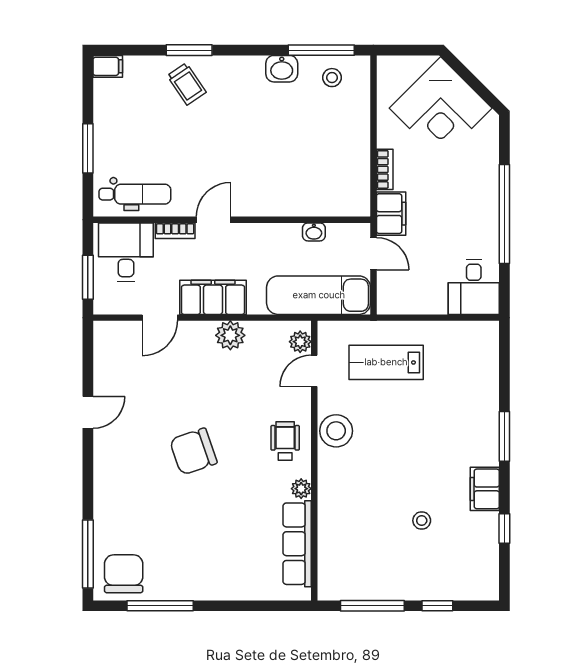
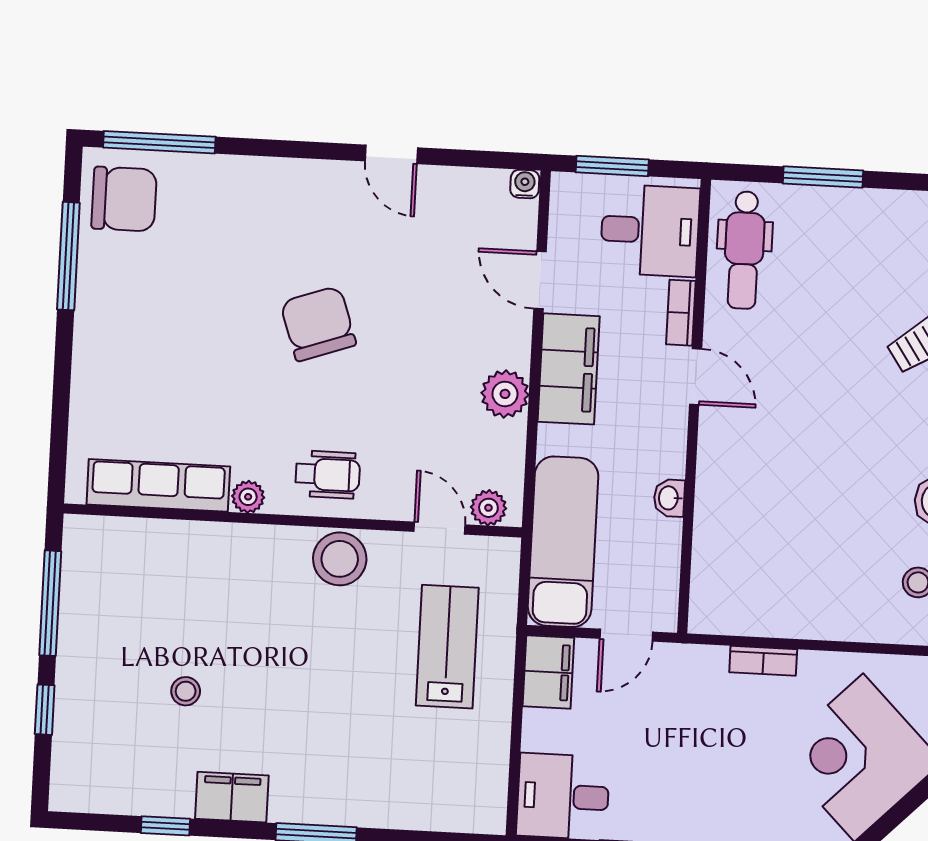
filing cabinet: (391, 214) -> (548, 672), moved, turned -90
washbasin: (314, 232) -> (669, 498), moved
water cooler: (102, 330) -> (525, 184), added

